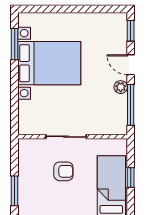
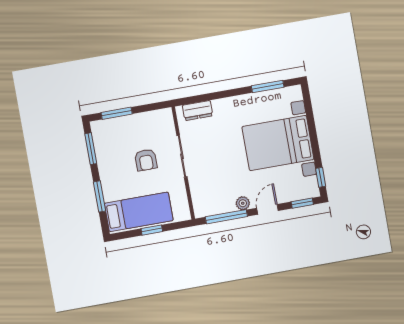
window: (109, 9) -> (321, 177), added
bed with nightstands: (49, 63) -> (278, 143), moved, turned 90
dresser: (26, 114) -> (198, 111), added

